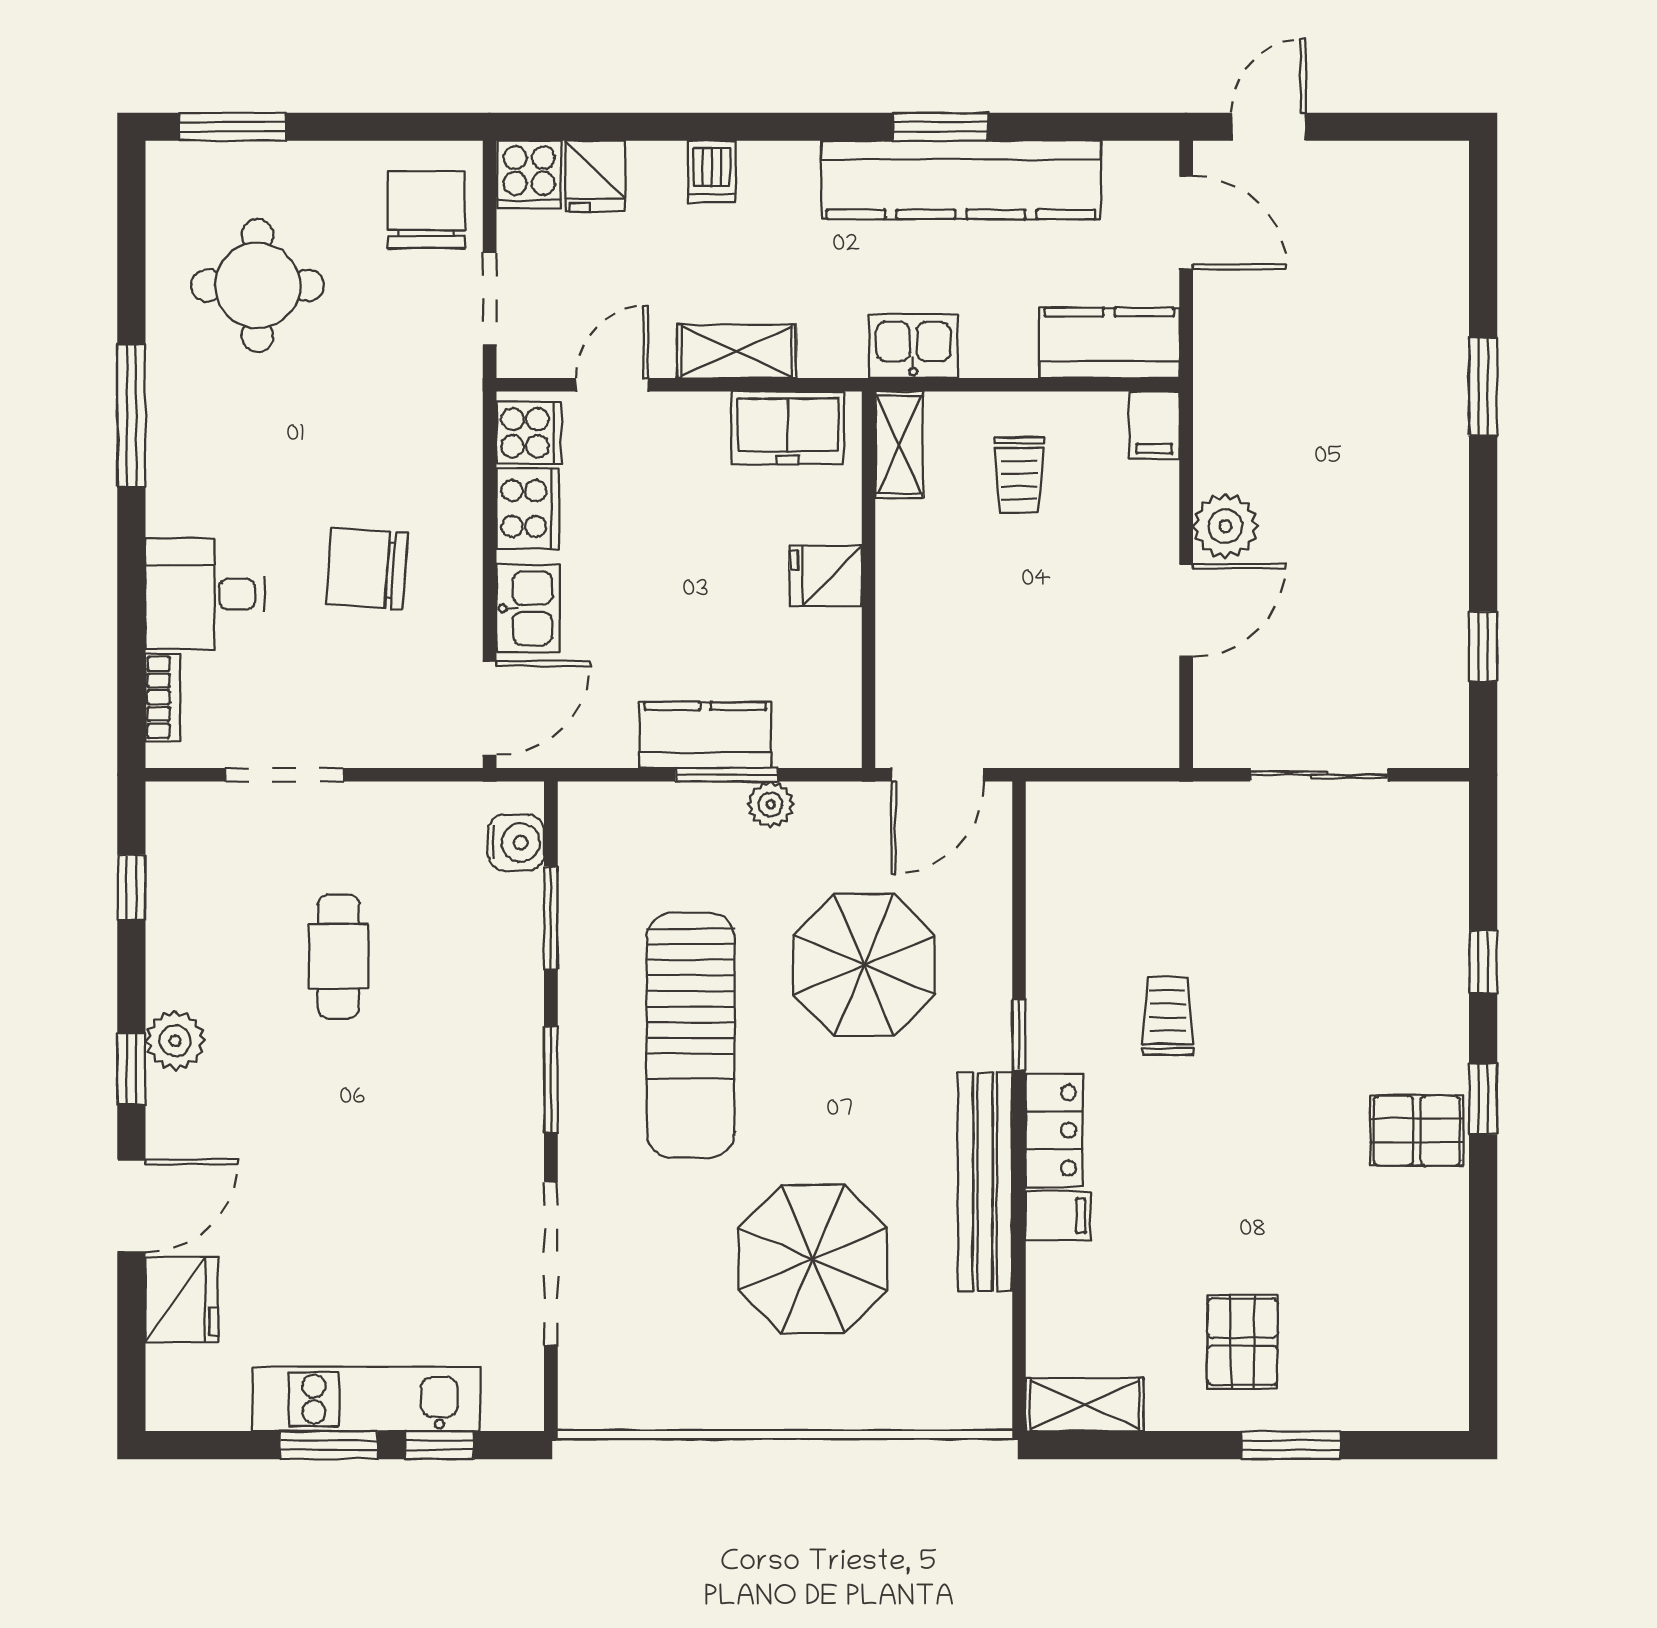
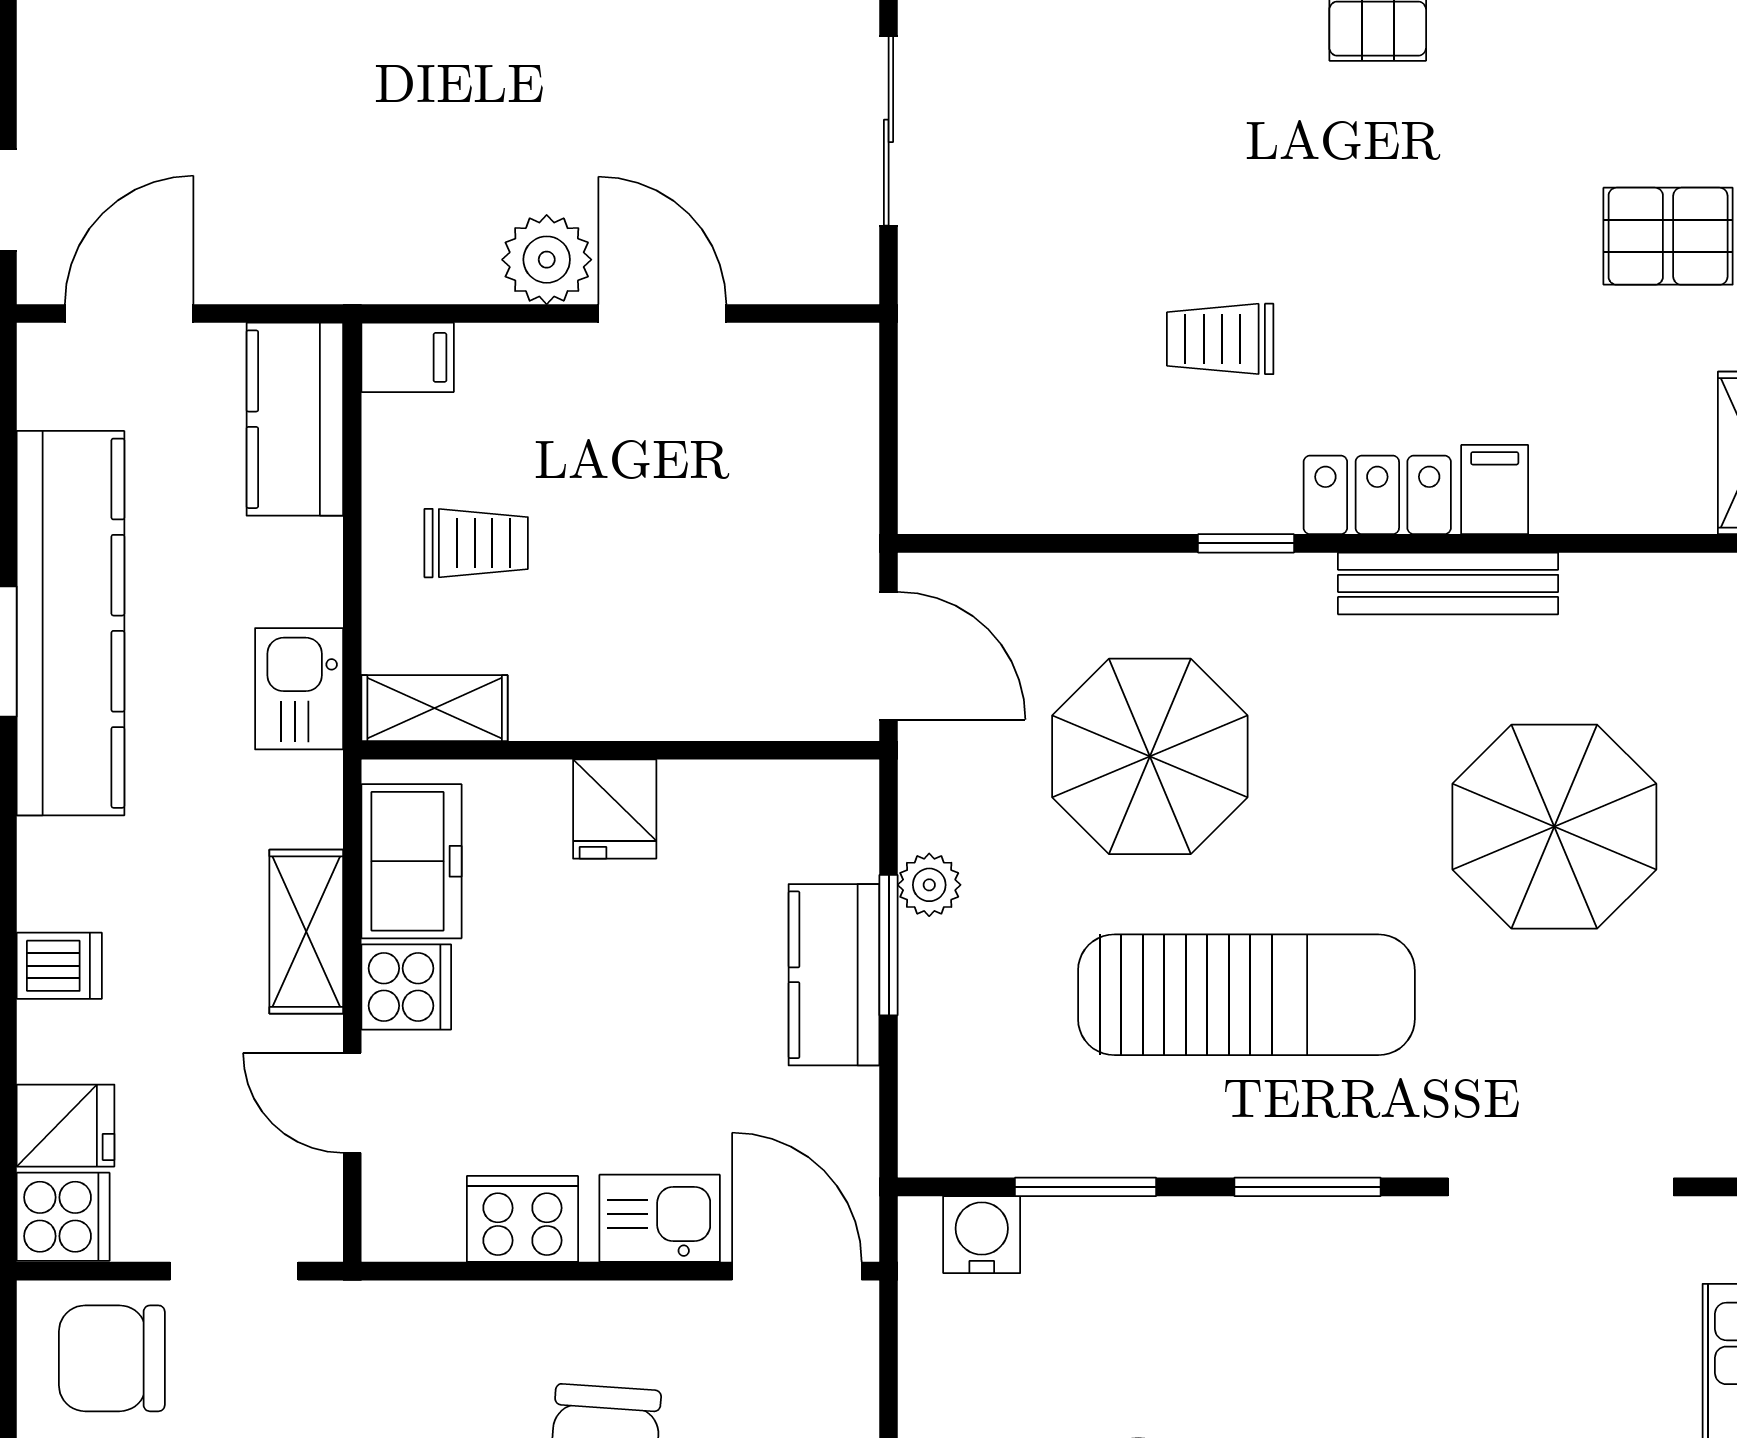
cooker: (529, 433) -> (406, 987), moved, turned 90
bench: (985, 1182) -> (1448, 583), width x0.73, depth x0.82

